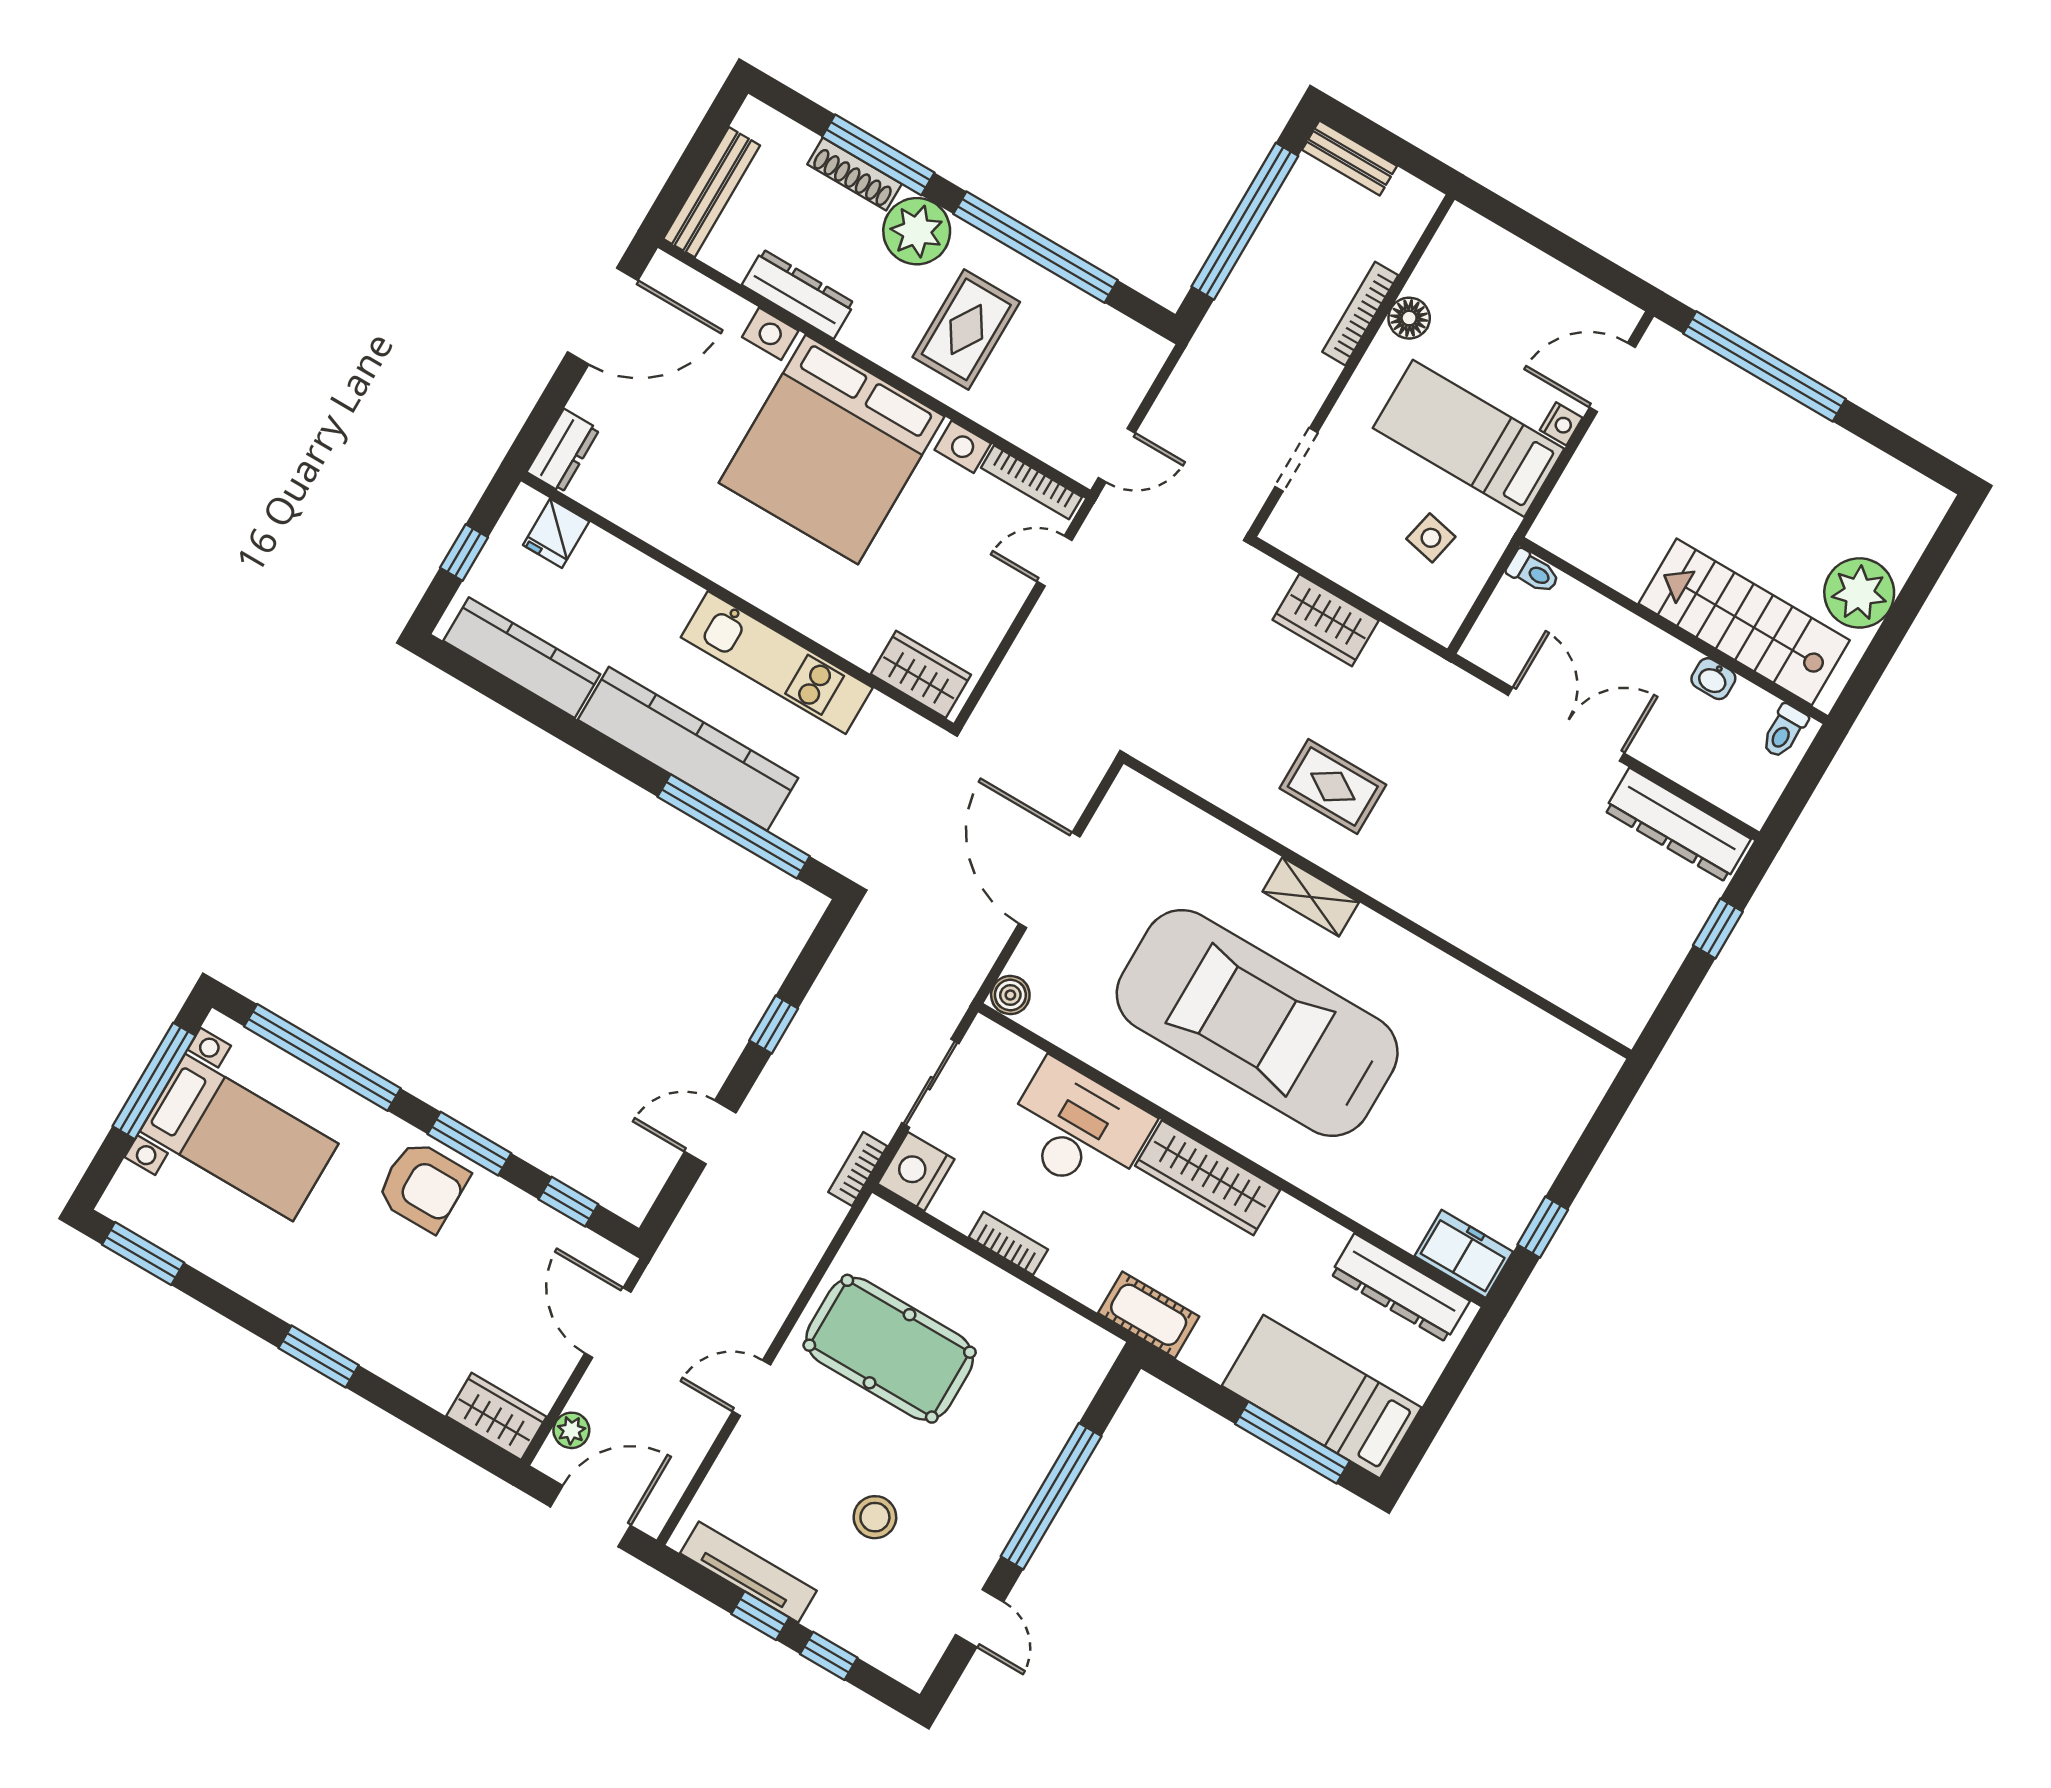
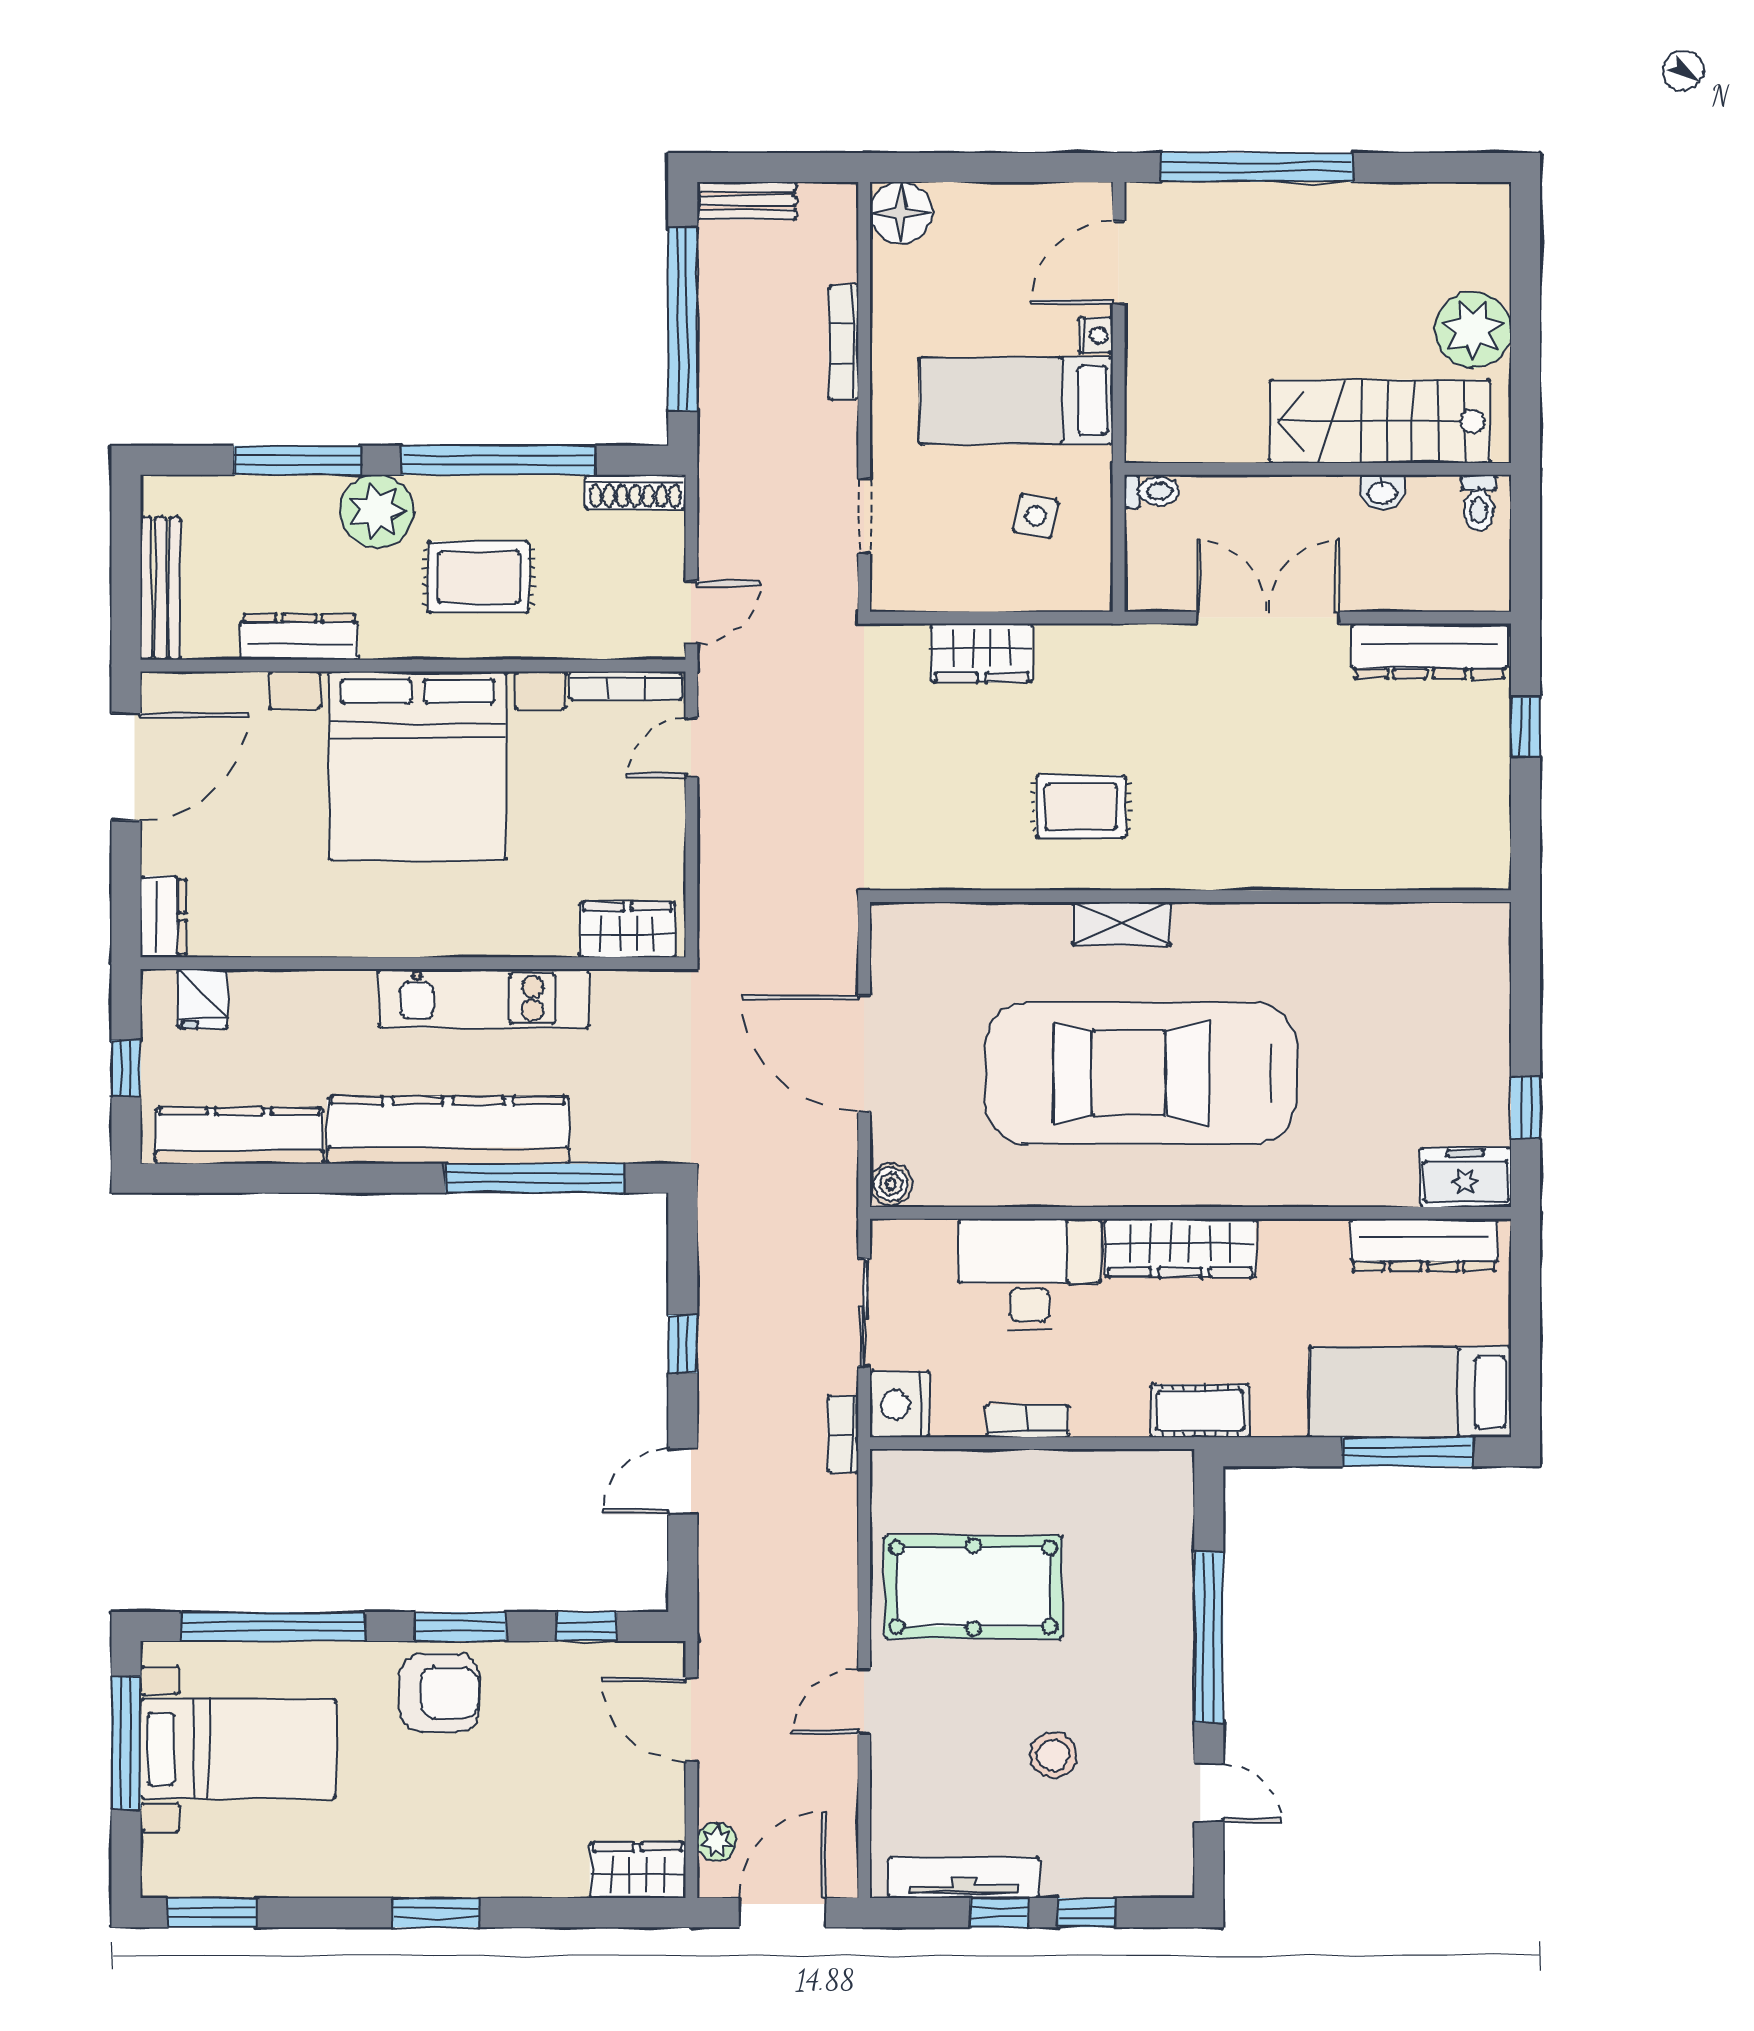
shoe rack: (854, 174) -> (635, 492), moved
floor lamp: (1409, 318) -> (901, 213), moved, width x1.38, depth x1.38
rug: (966, 329) -> (479, 577), turned 90

